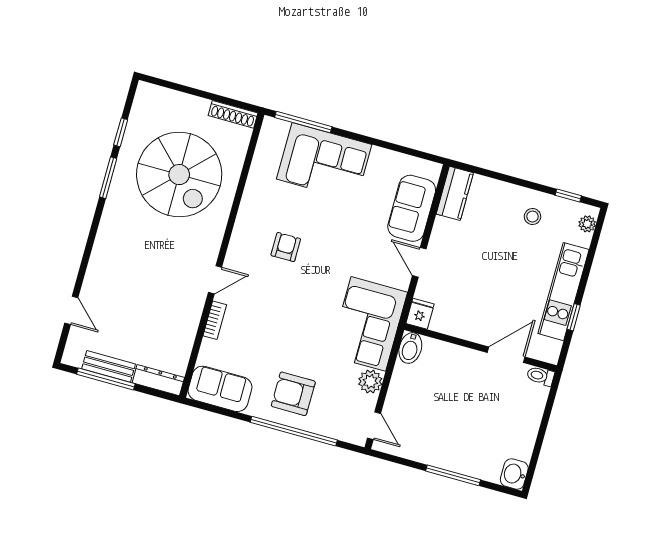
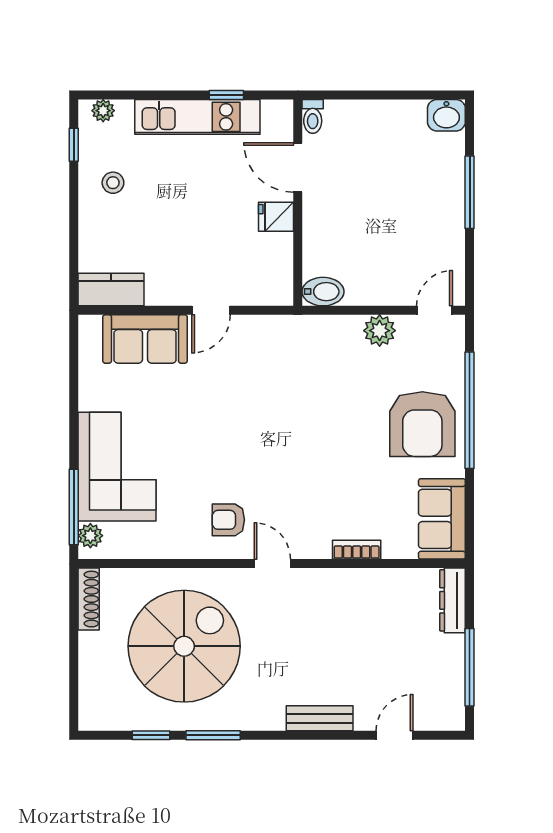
plant: (279, 128) -> (90, 536), added
armchair: (286, 247) -> (228, 520), moved
door: (215, 280) -> (272, 564), moved
fridge: (420, 314) -> (276, 217), moved
corner sofa: (368, 324) -> (307, 353), removed
bench: (109, 366) -> (320, 718), moved, turned 90
armchair: (293, 394) -> (422, 424), width x1.36, depth x1.36

